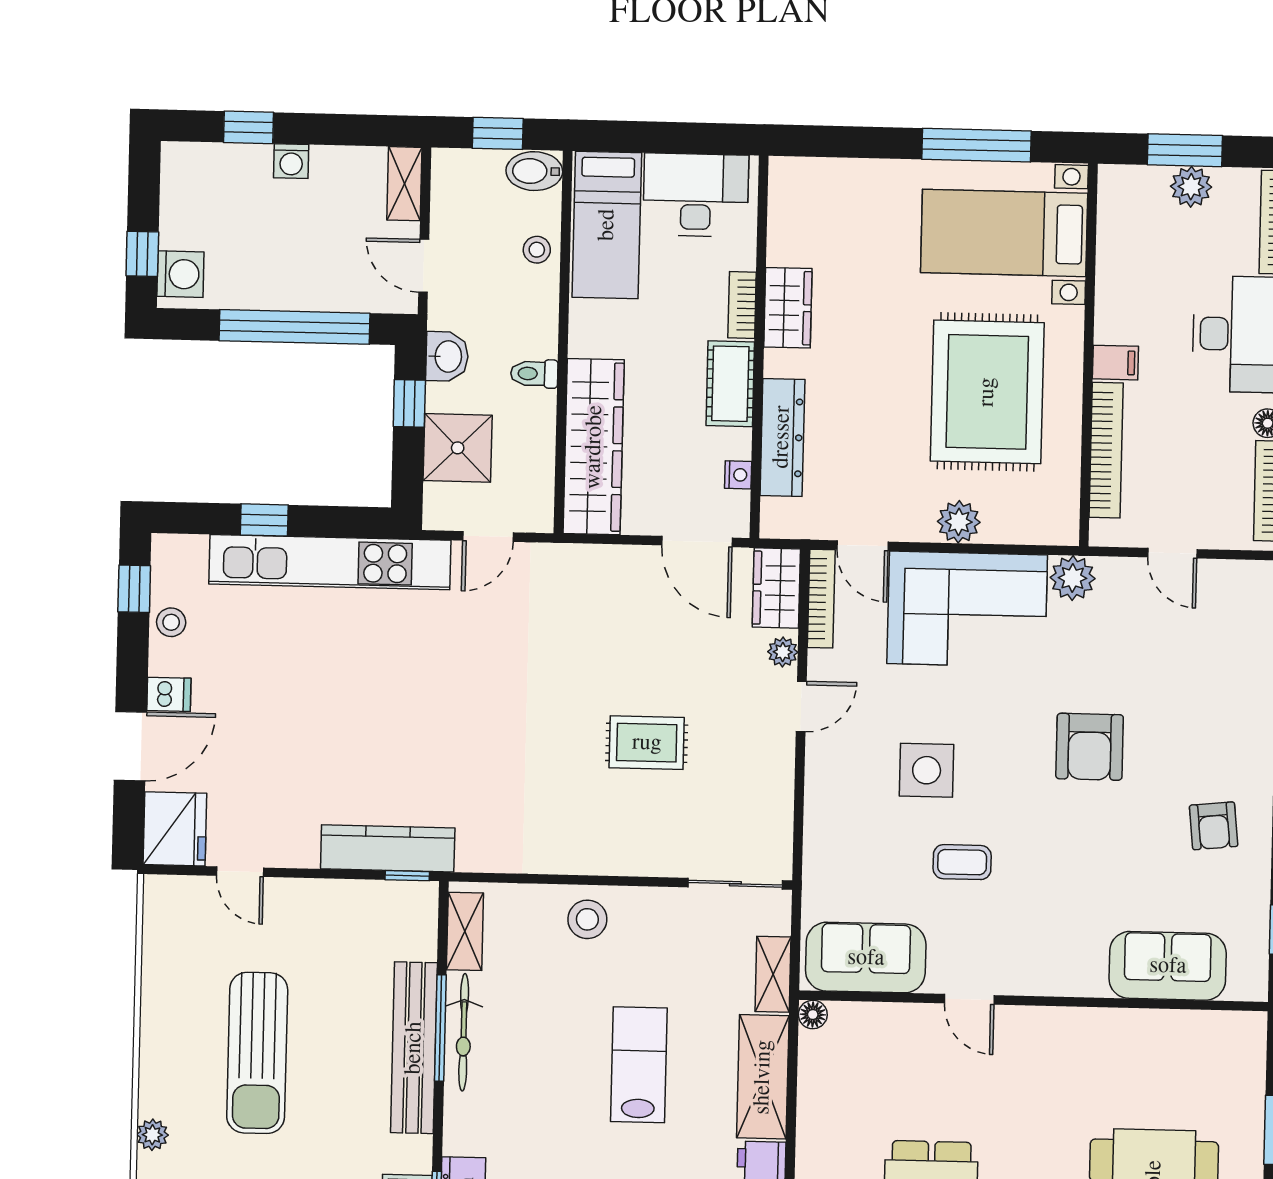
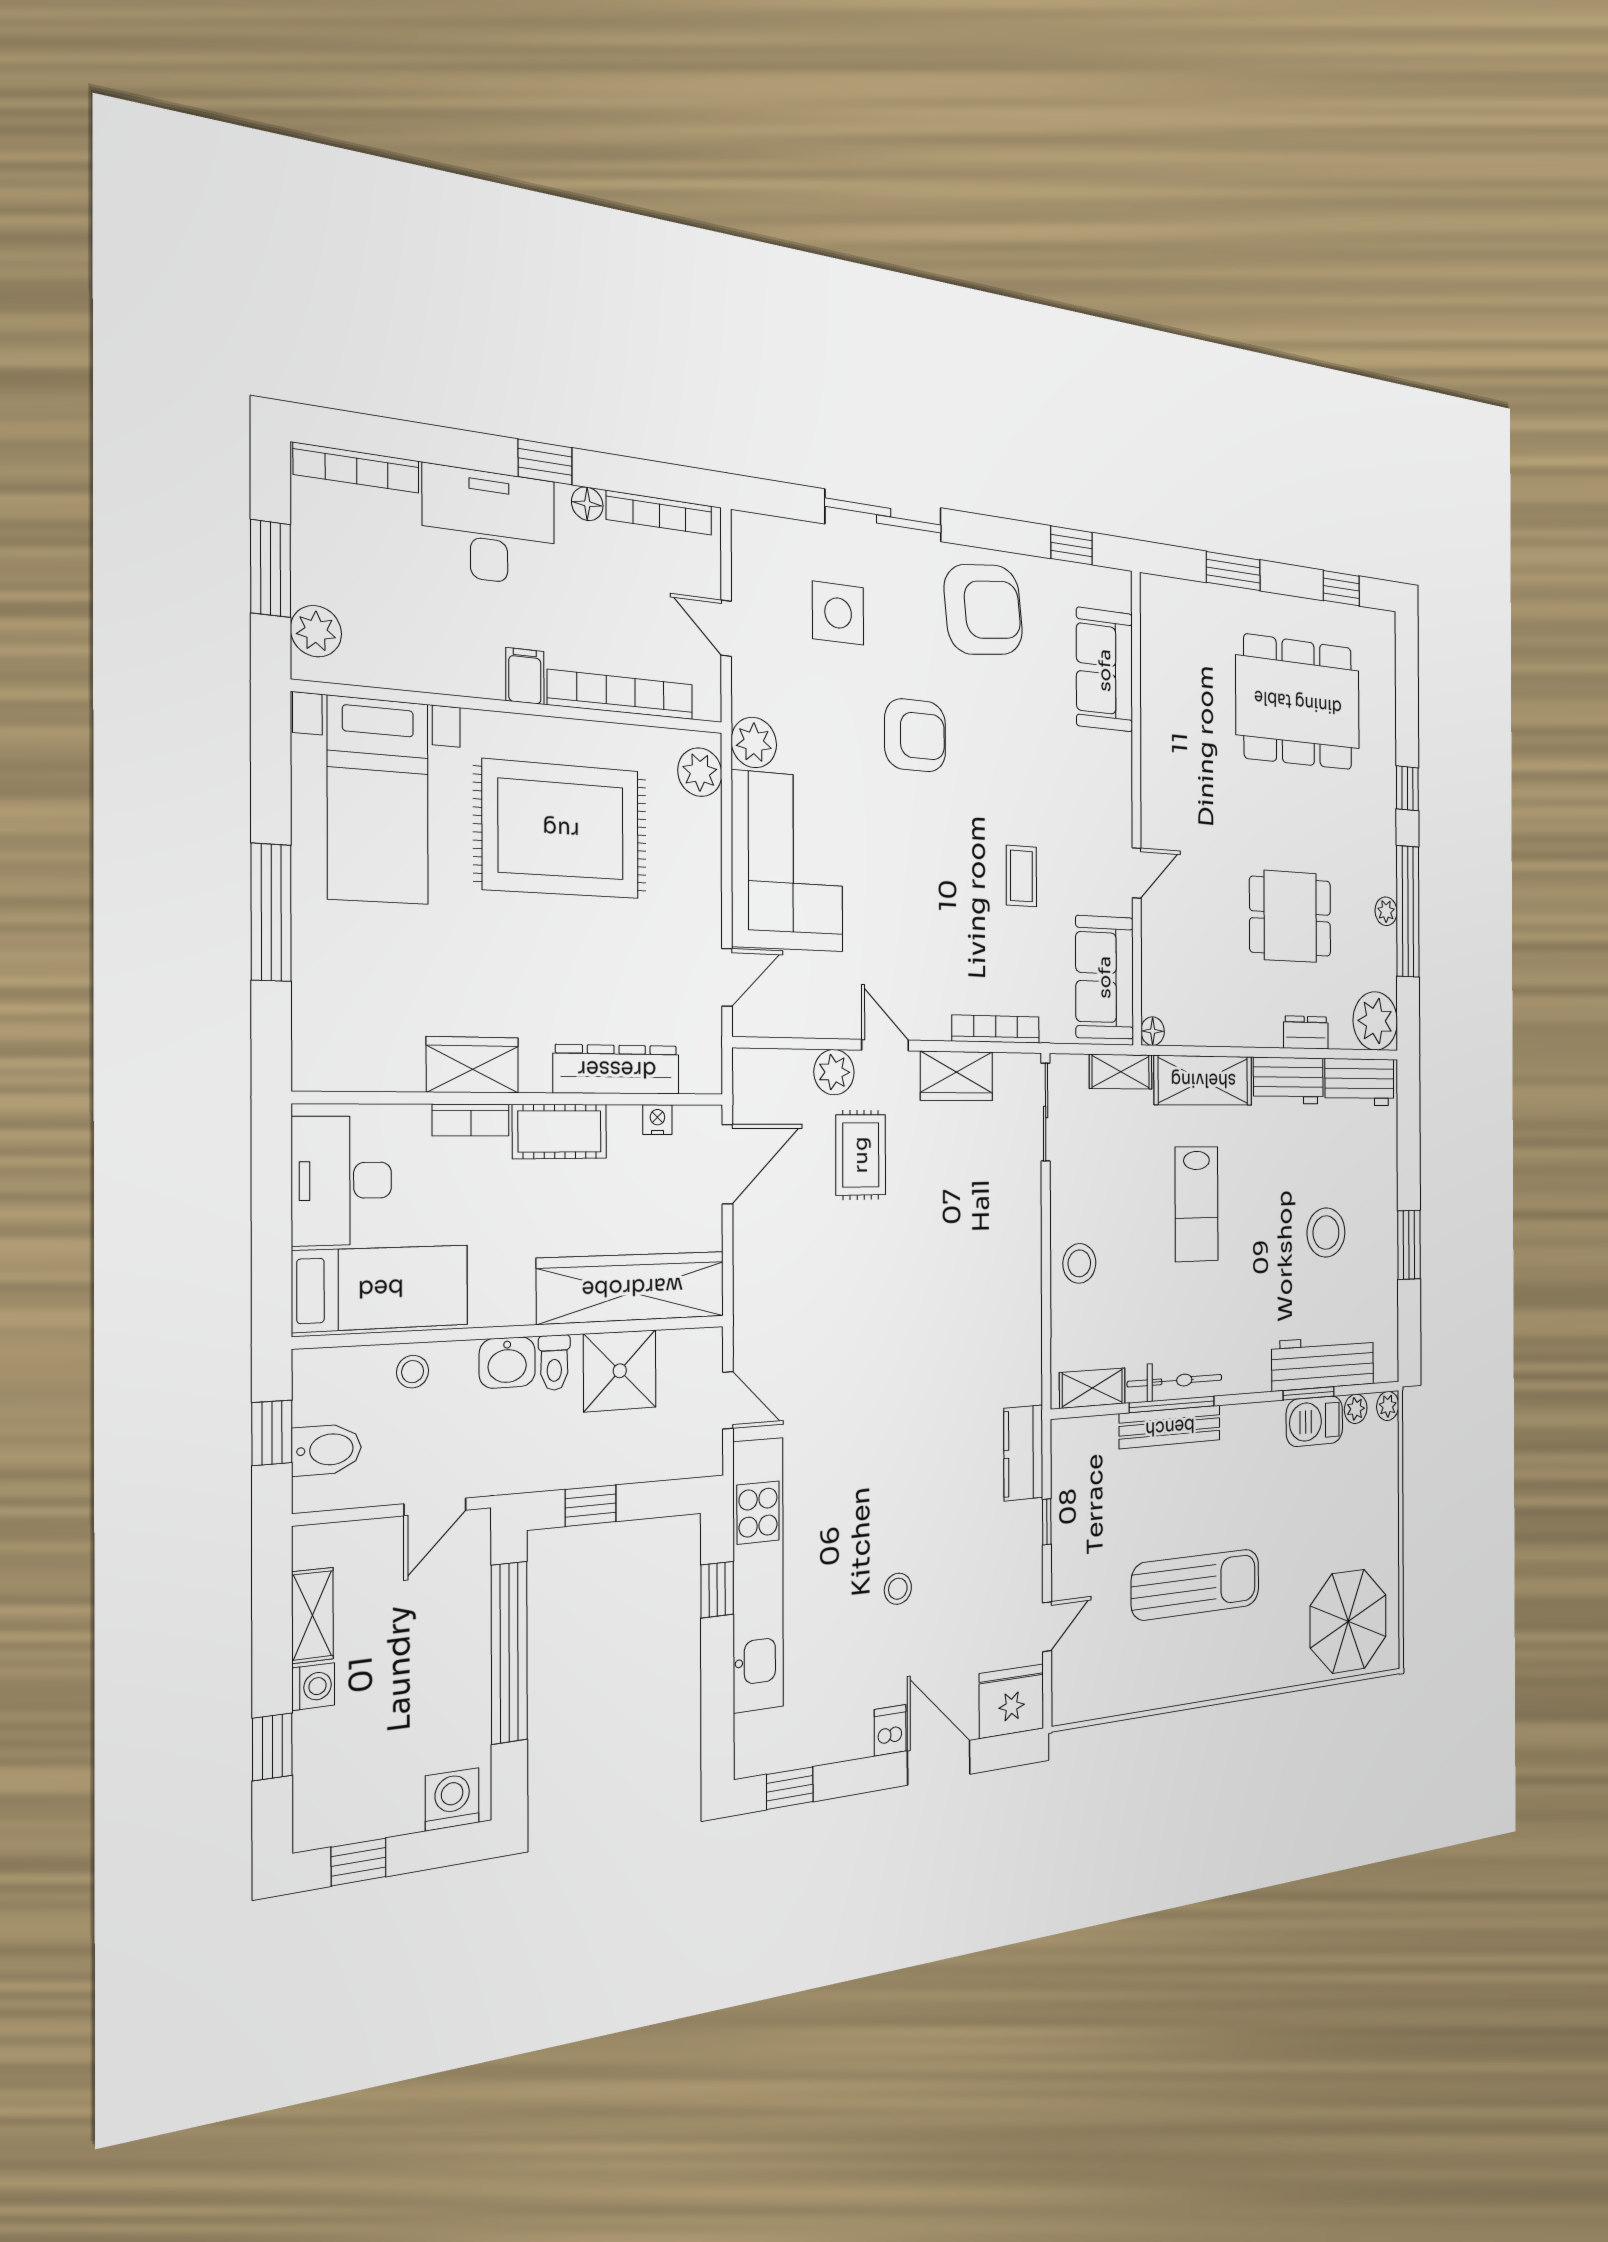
window: (977, 145) -> (271, 912), moved
bidet: (534, 171) -> (327, 1450), moved, turned -90
shelving: (404, 184) -> (312, 1615), moved, turned 90
plant: (1191, 187) -> (316, 631), moved
window: (142, 254) -> (359, 1862), moved
washbasin: (447, 356) -> (507, 1363), moved, turned 180
shower: (458, 448) -> (620, 1371), moved
window: (264, 520) -> (717, 1590), moved
plant: (959, 522) -> (700, 772), moved
door: (1172, 553) -> (726, 628), swing flipped
wardrobe: (776, 588) -> (957, 1076), moved
bookcase: (821, 599) -> (996, 1029), moved
stool: (171, 622) -> (898, 1589), moved
plant: (783, 652) -> (834, 1072), width x1.38, depth x1.38
rug: (647, 743) -> (861, 1155), moved
side table: (927, 770) -> (838, 613), moved
armchair: (1214, 826) -> (983, 610), width x1.88, depth x1.88
kitchen counter: (388, 848) -> (1023, 1453), width x0.67
window: (407, 876) -> (1047, 1522), moved
bench: (414, 1048) -> (1170, 1427), width x0.73, depth x0.82
lab bench: (639, 1065) -> (1197, 1204), turned -90
plant: (152, 1135) -> (1262, 1676), removed

